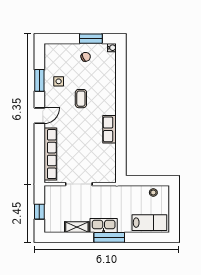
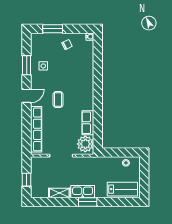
window: (91, 39) -> (53, 29), moved
coffee table: (81, 99) -> (58, 100), moved
row of seats: (110, 129) -> (88, 123), moved
plant: (107, 171) -> (85, 144), added
window: (109, 237) -> (88, 202), width x0.69

